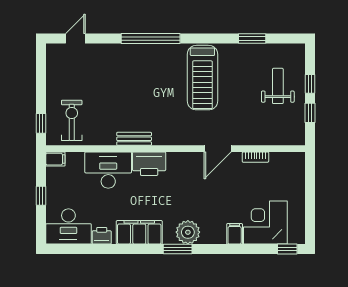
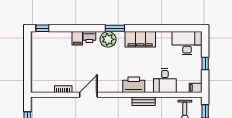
desk: (108, 170) -> (165, 80), width x0.73
corner desk: (265, 223) -> (57, 46), removed
printer: (102, 236) -> (89, 37), moved

